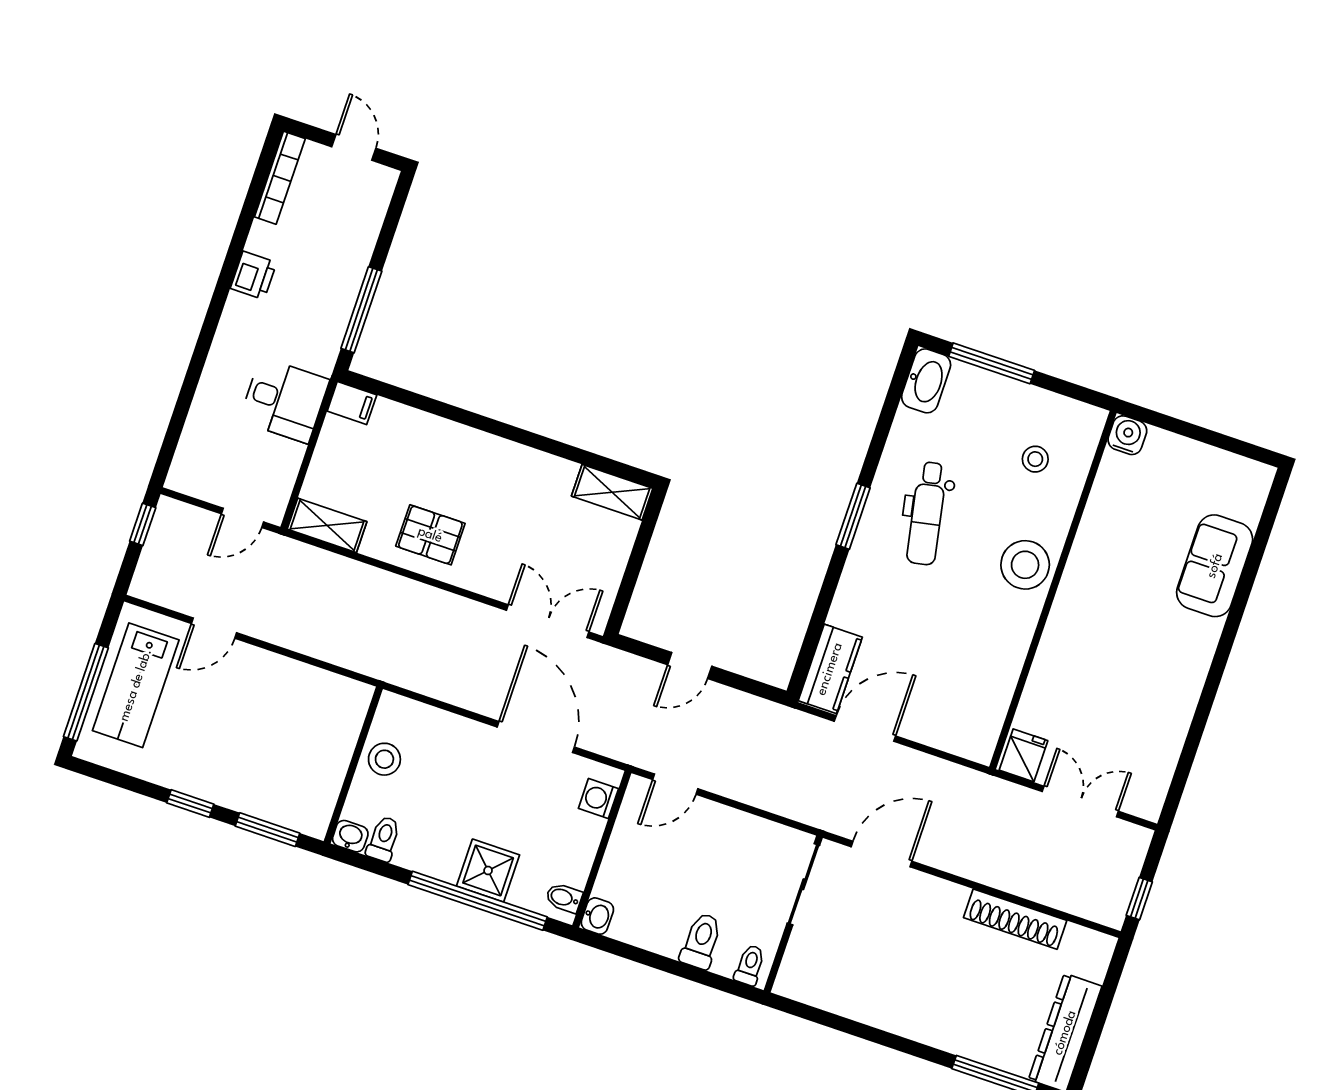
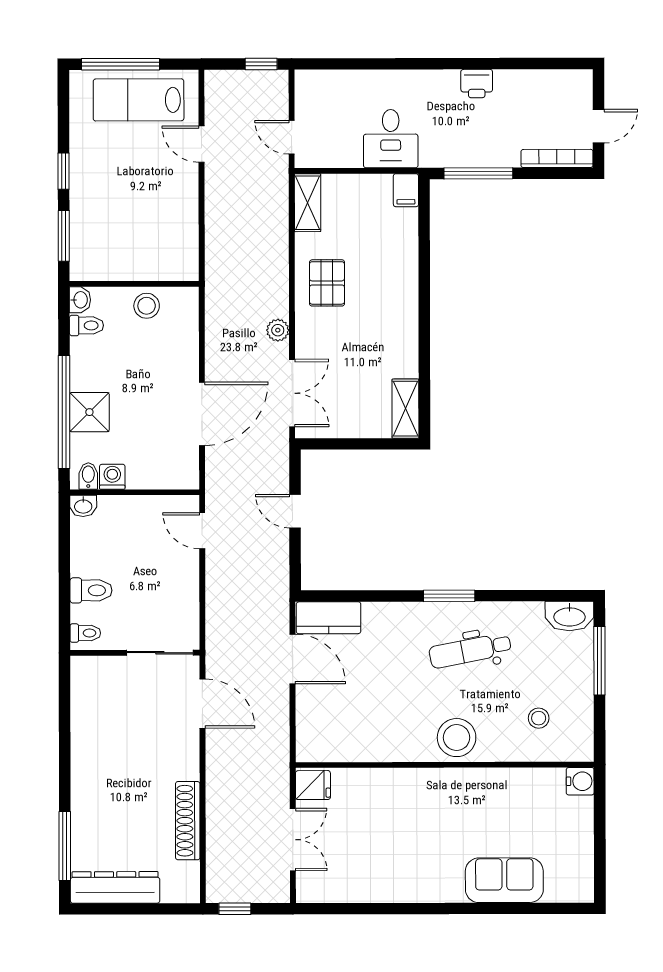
bookcase: (280, 178) -> (557, 158), moved, turned 180
plant: (467, 613) -> (278, 330), added
washing machine: (598, 799) -> (112, 477), moved

